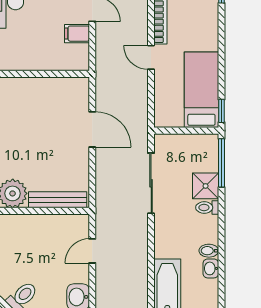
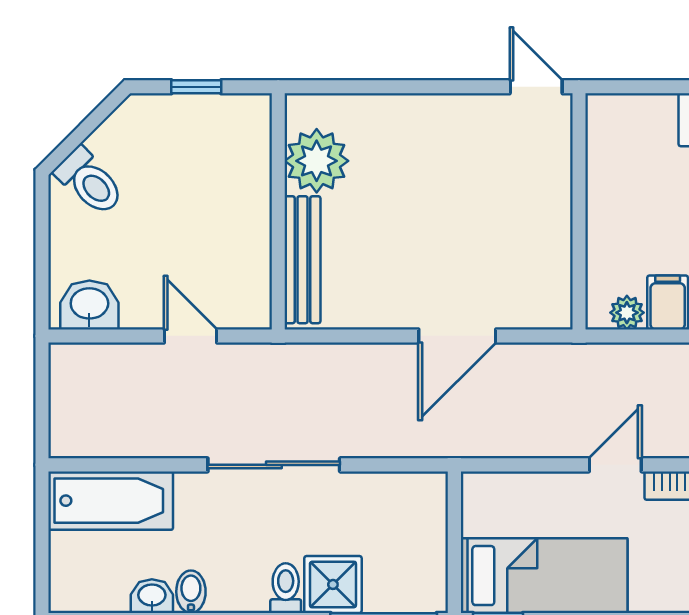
plant: (82, 52) -> (627, 313), added
sliding door: (151, 183) -> (274, 465), moved

